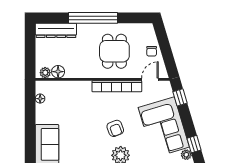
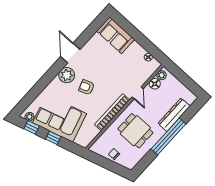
dresser: (56, 30) -> (174, 115), moved
door: (150, 79) -> (138, 93), moved
window: (180, 97) -> (53, 138), moved

